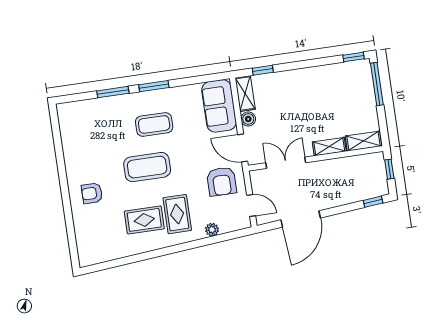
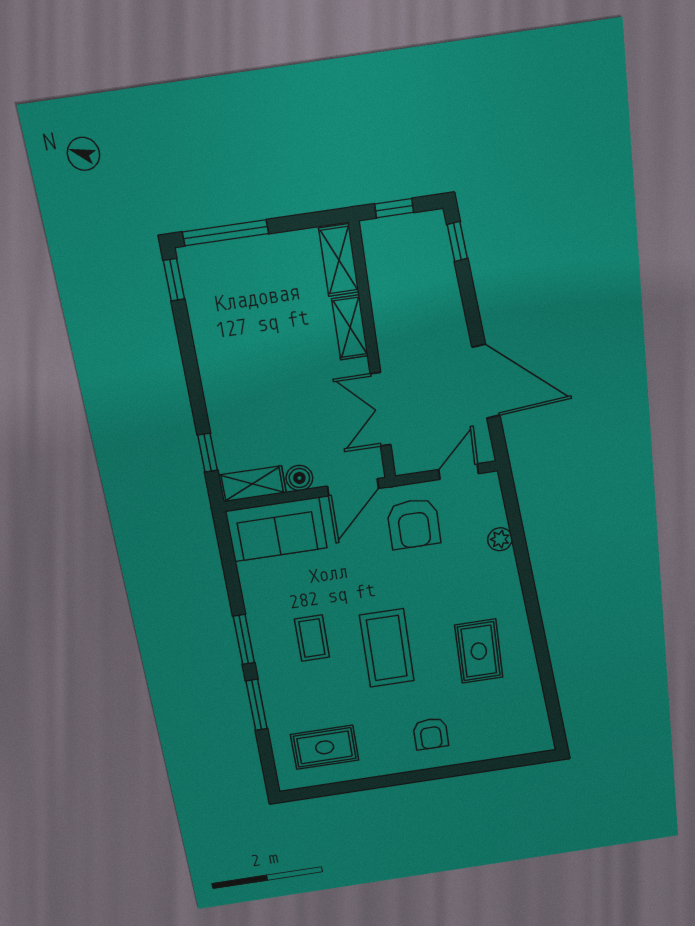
coffee table: (154, 124) -> (312, 638), width x0.73, depth x0.77
armchair: (222, 181) -> (414, 524), turned 90
rug: (177, 214) -> (325, 747), moved

